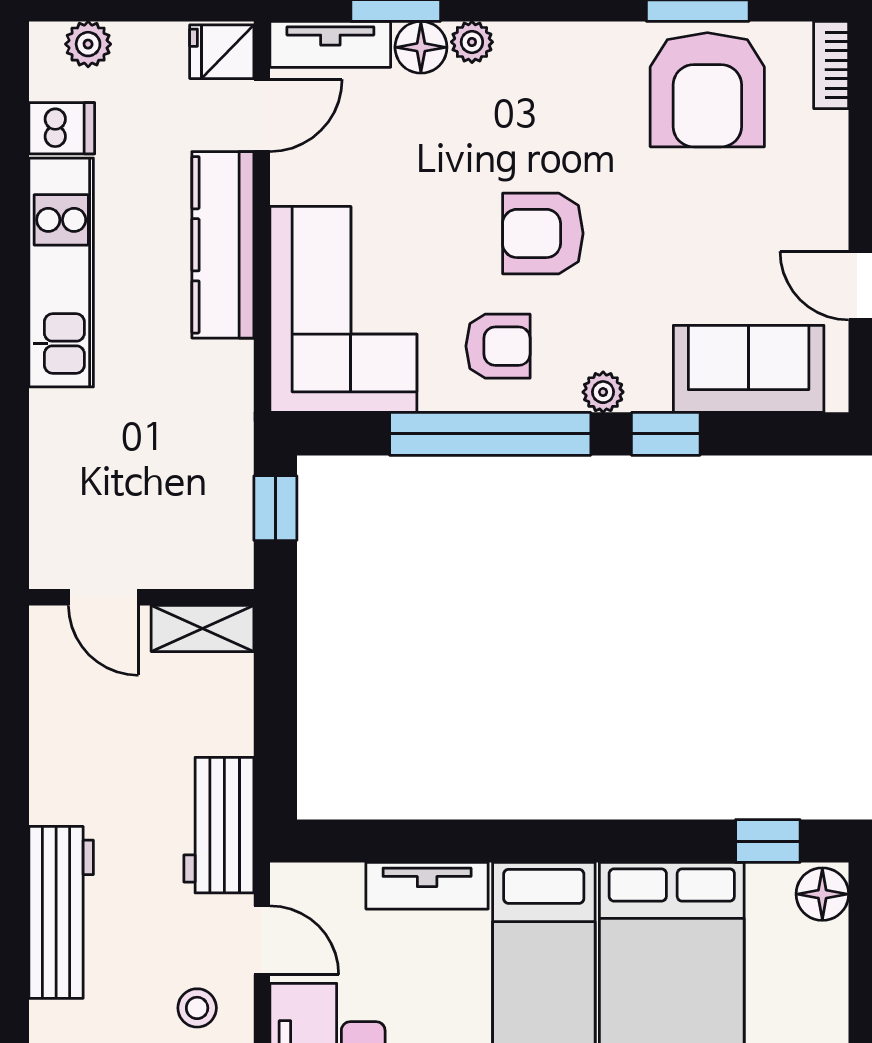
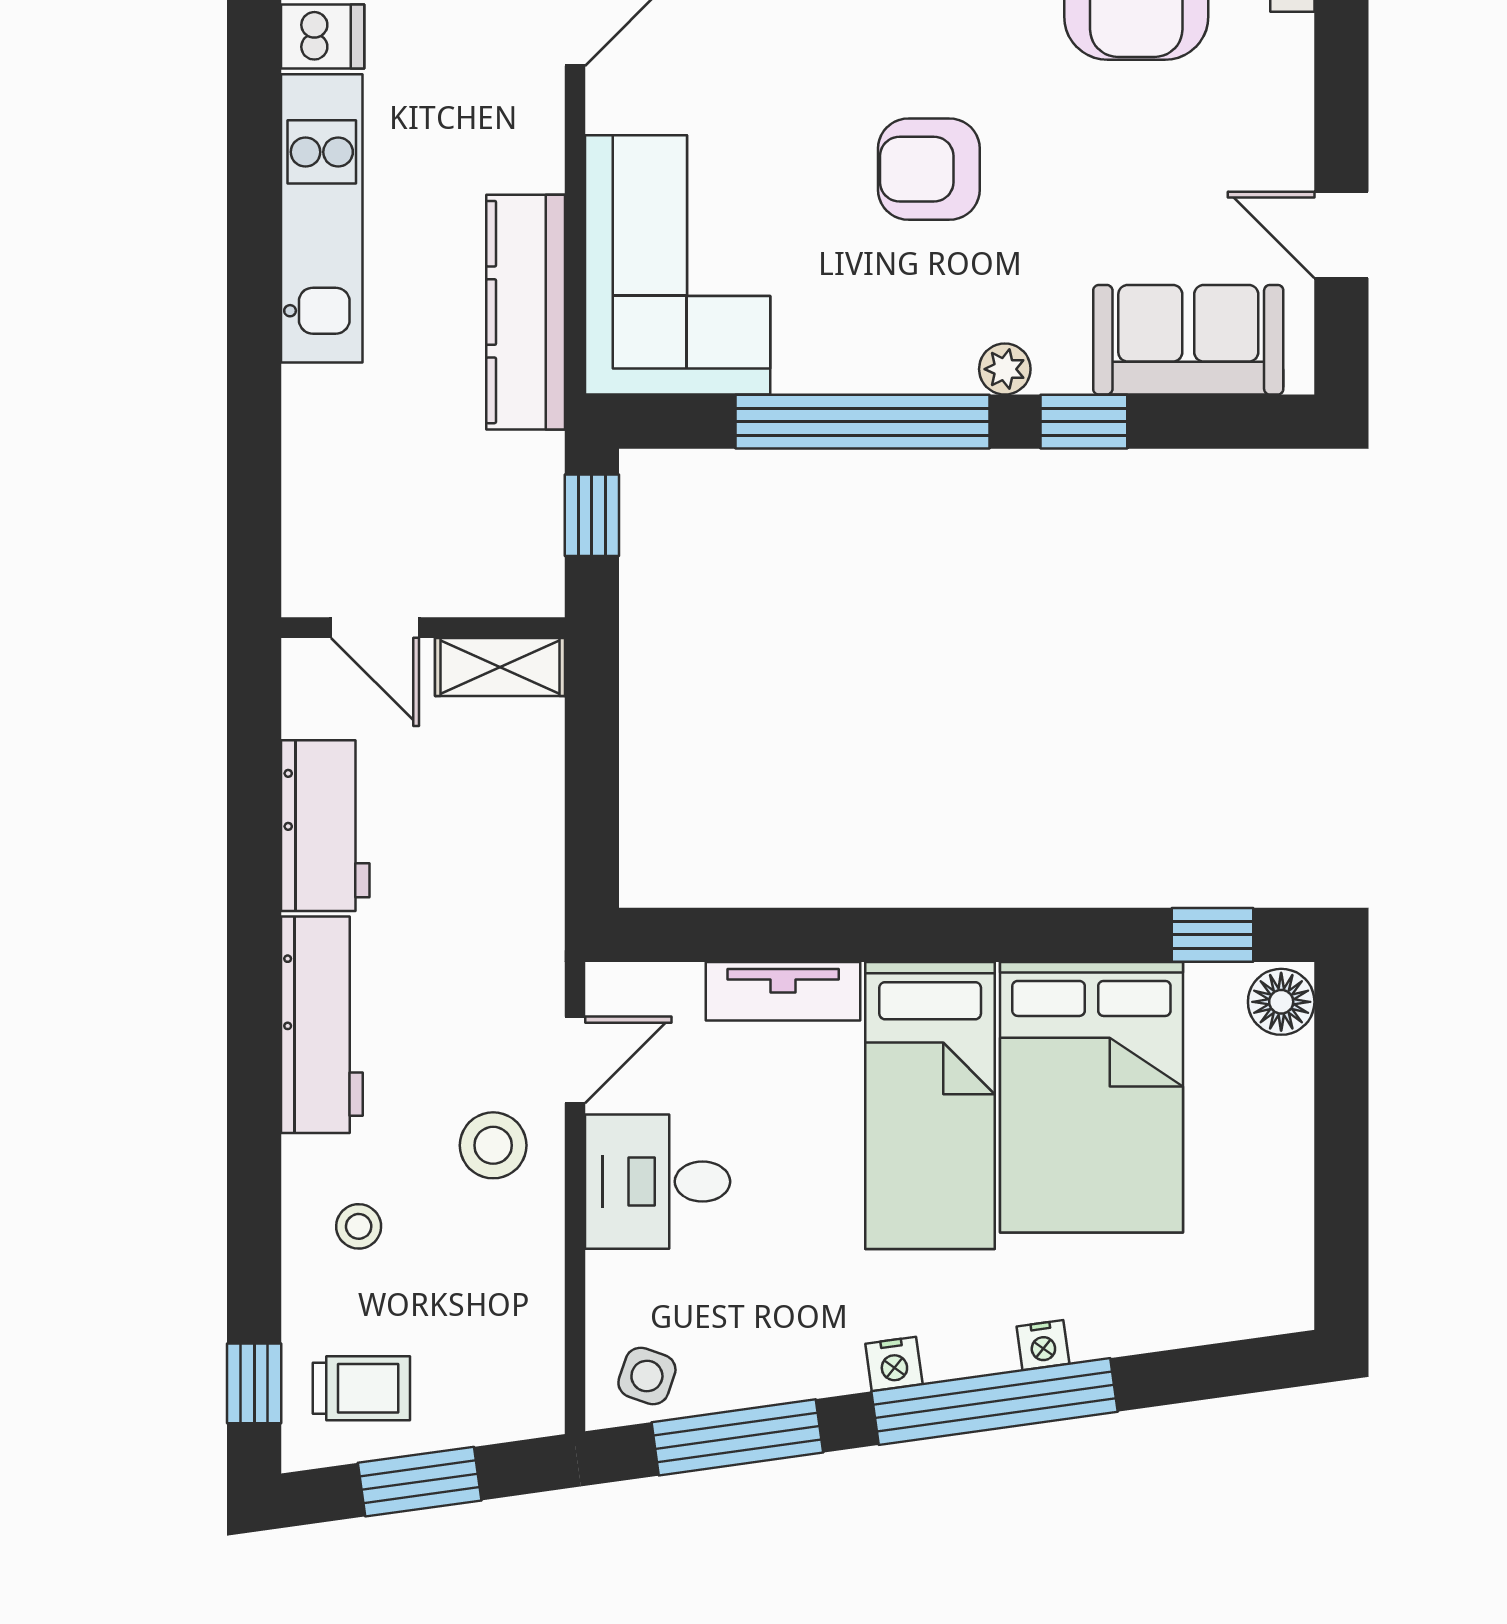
kitchen counter: (223, 245) -> (526, 312), moved
armchair: (498, 346) -> (872, 311), removed
workbench: (219, 825) -> (325, 826), moved, turned 180
door: (262, 940) -> (575, 1060), hinge flipped
stool: (197, 1008) -> (493, 1145), width x1.37, depth x1.37

